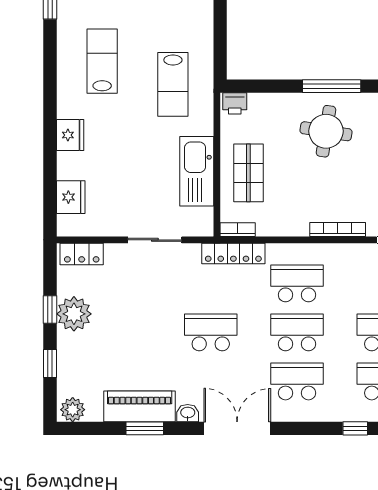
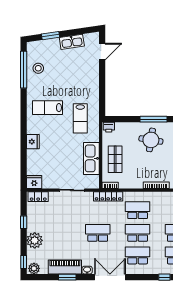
lab bench: (102, 61) -> (48, 108), turned -90
fridge: (71, 197) -> (34, 182), moved, turned -90
plant: (74, 314) -> (35, 240), moved
window: (50, 363) -> (24, 262), moved

